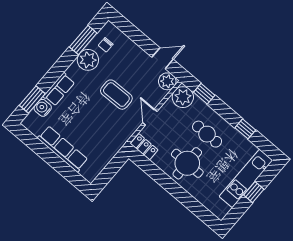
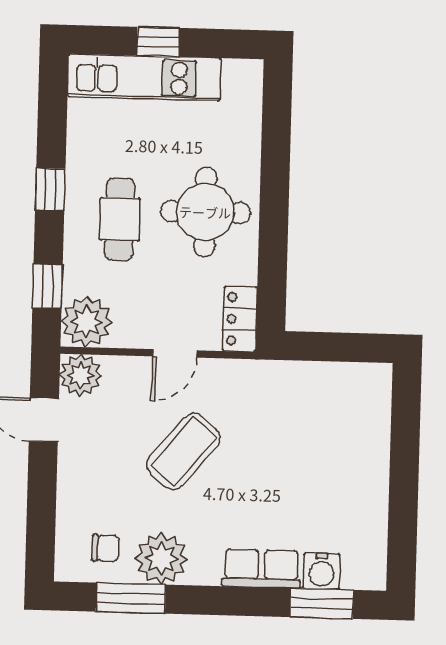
coffee table: (116, 95) -> (183, 452), turned 41
window: (245, 129) -> (50, 189), moved
row of seats: (63, 149) -> (369, 470), removed

